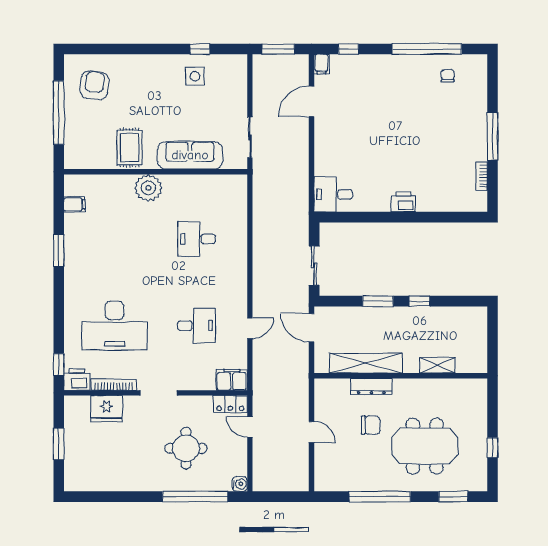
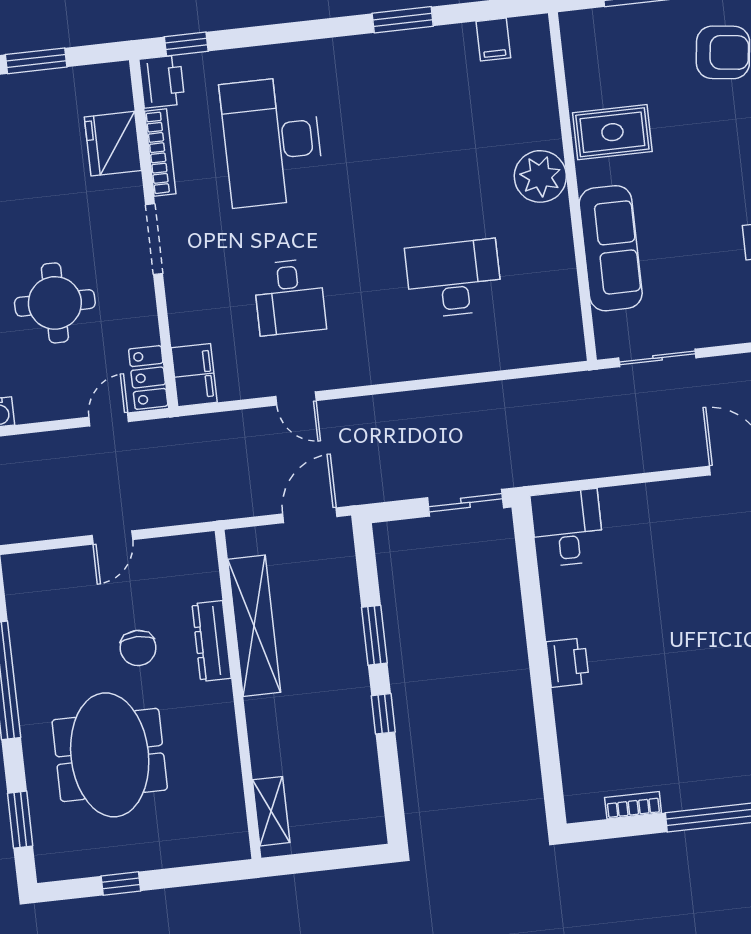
desk: (197, 239) -> (454, 279), width x1.37
sliding door: (314, 266) -> (465, 503), moved
shelving: (437, 365) -> (271, 811), moved

